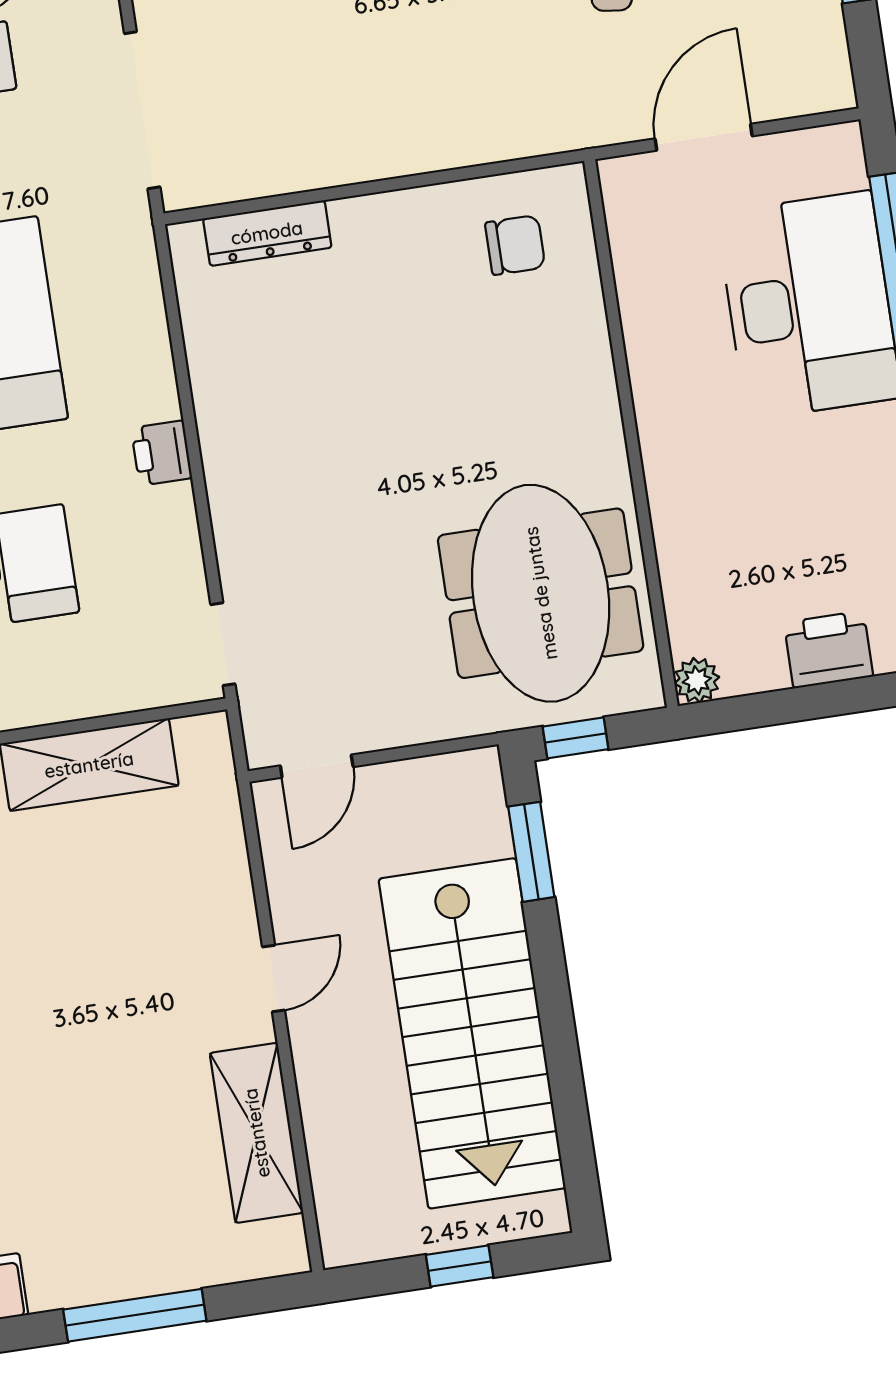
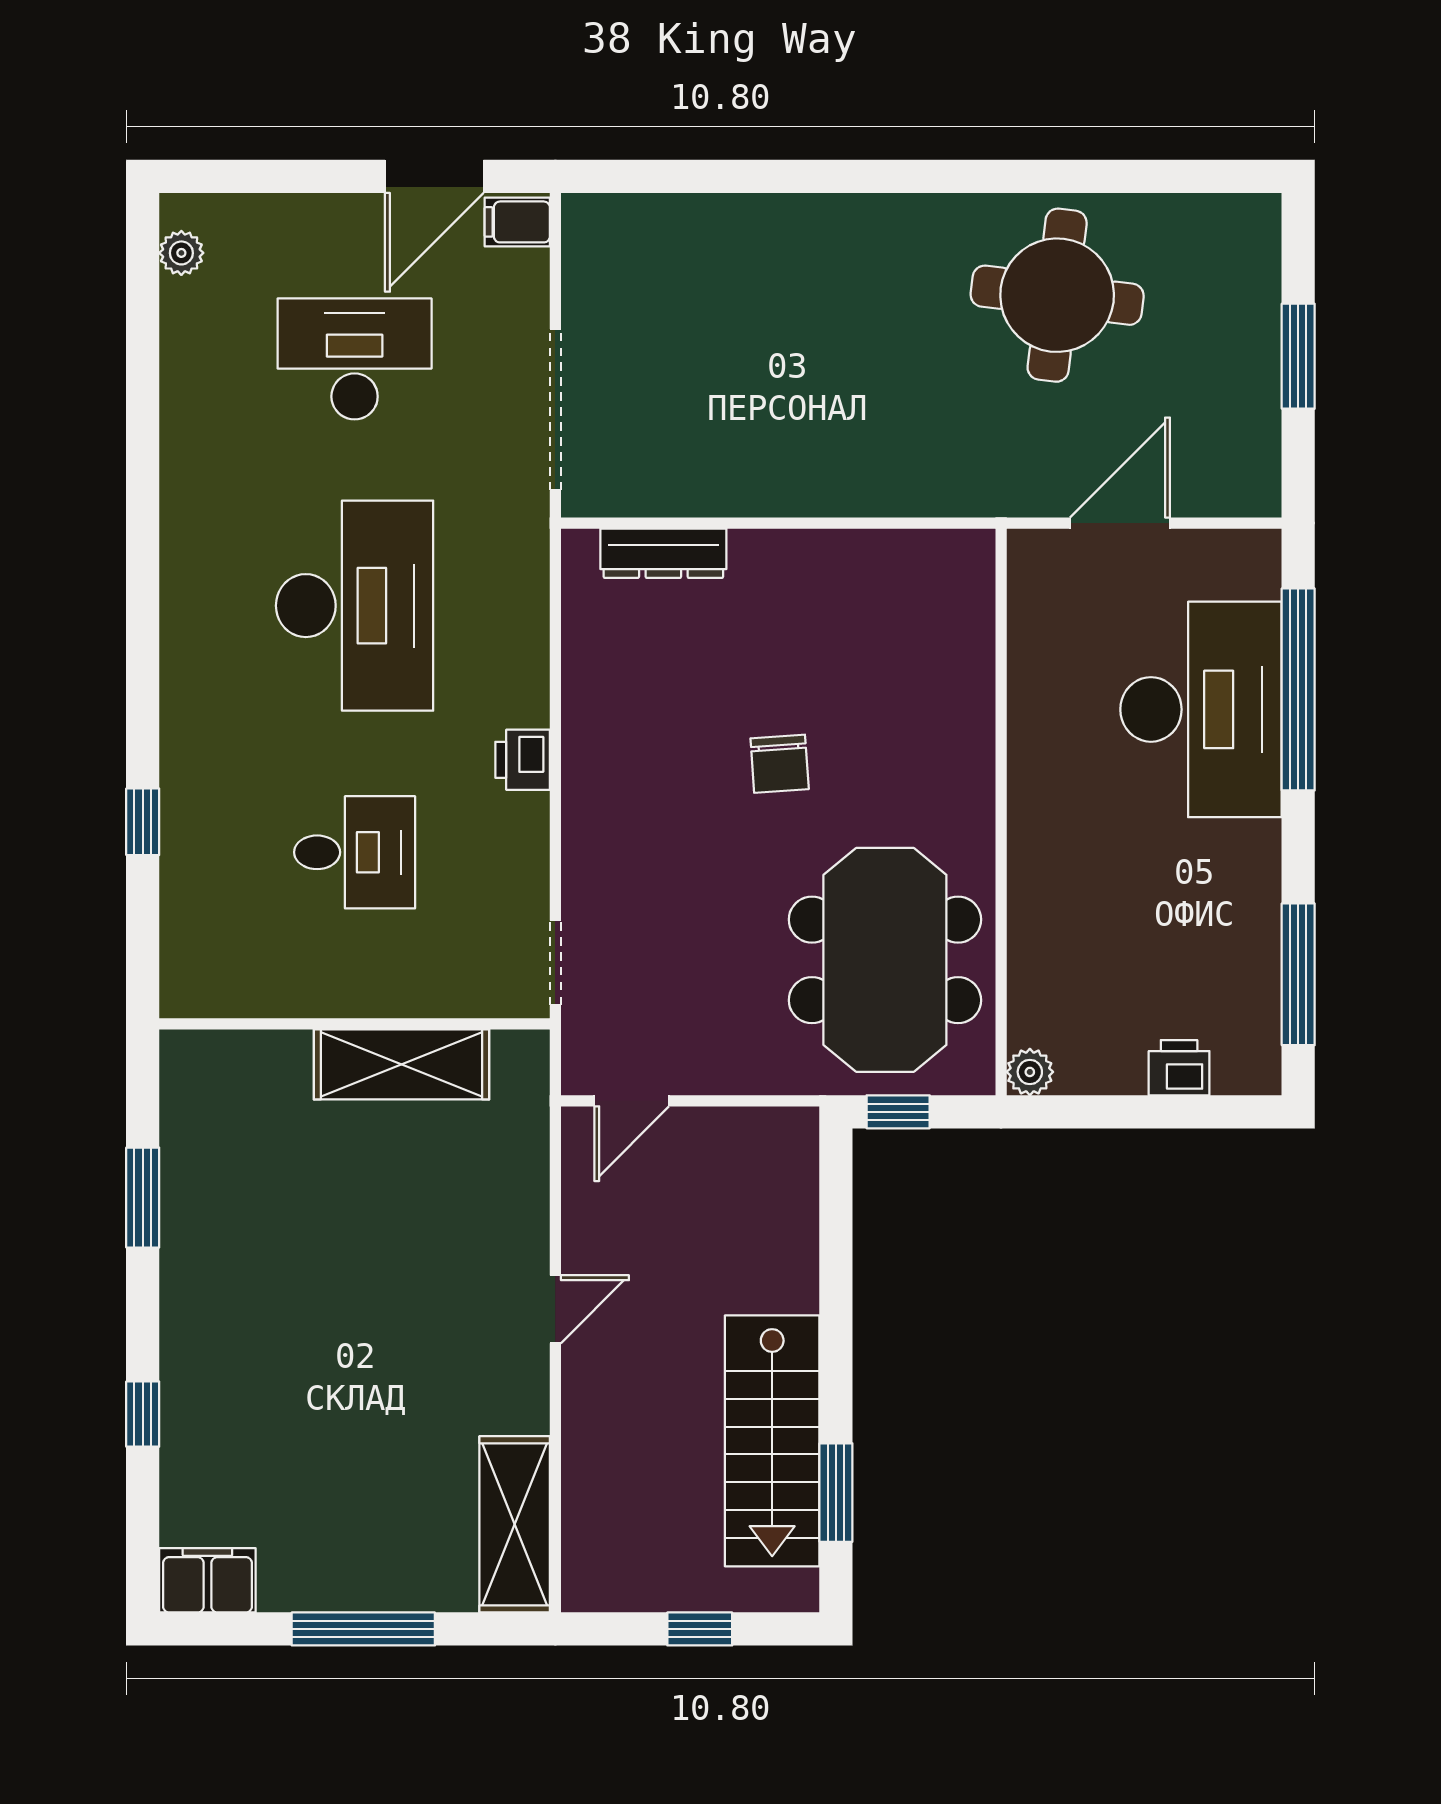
chair: (515, 245) -> (780, 764), moved, turned 86
printer: (829, 650) -> (1179, 1068), width x0.73, depth x0.81
window: (531, 852) -> (836, 1493), moved
stairs: (472, 1033) -> (772, 1441), width x0.73, depth x0.66
shelving: (257, 1133) -> (515, 1524), moved

